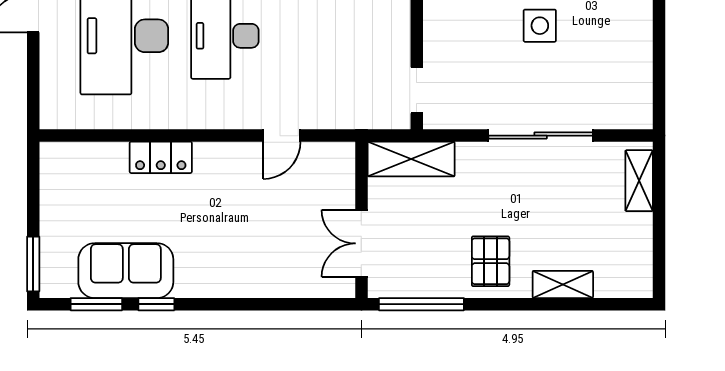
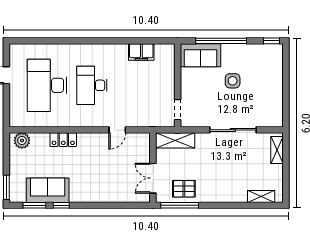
plant: (68, 159) -> (22, 140), added
pallet: (491, 261) -> (184, 189), moved, turned 90
shelving: (563, 284) -> (261, 196), moved

